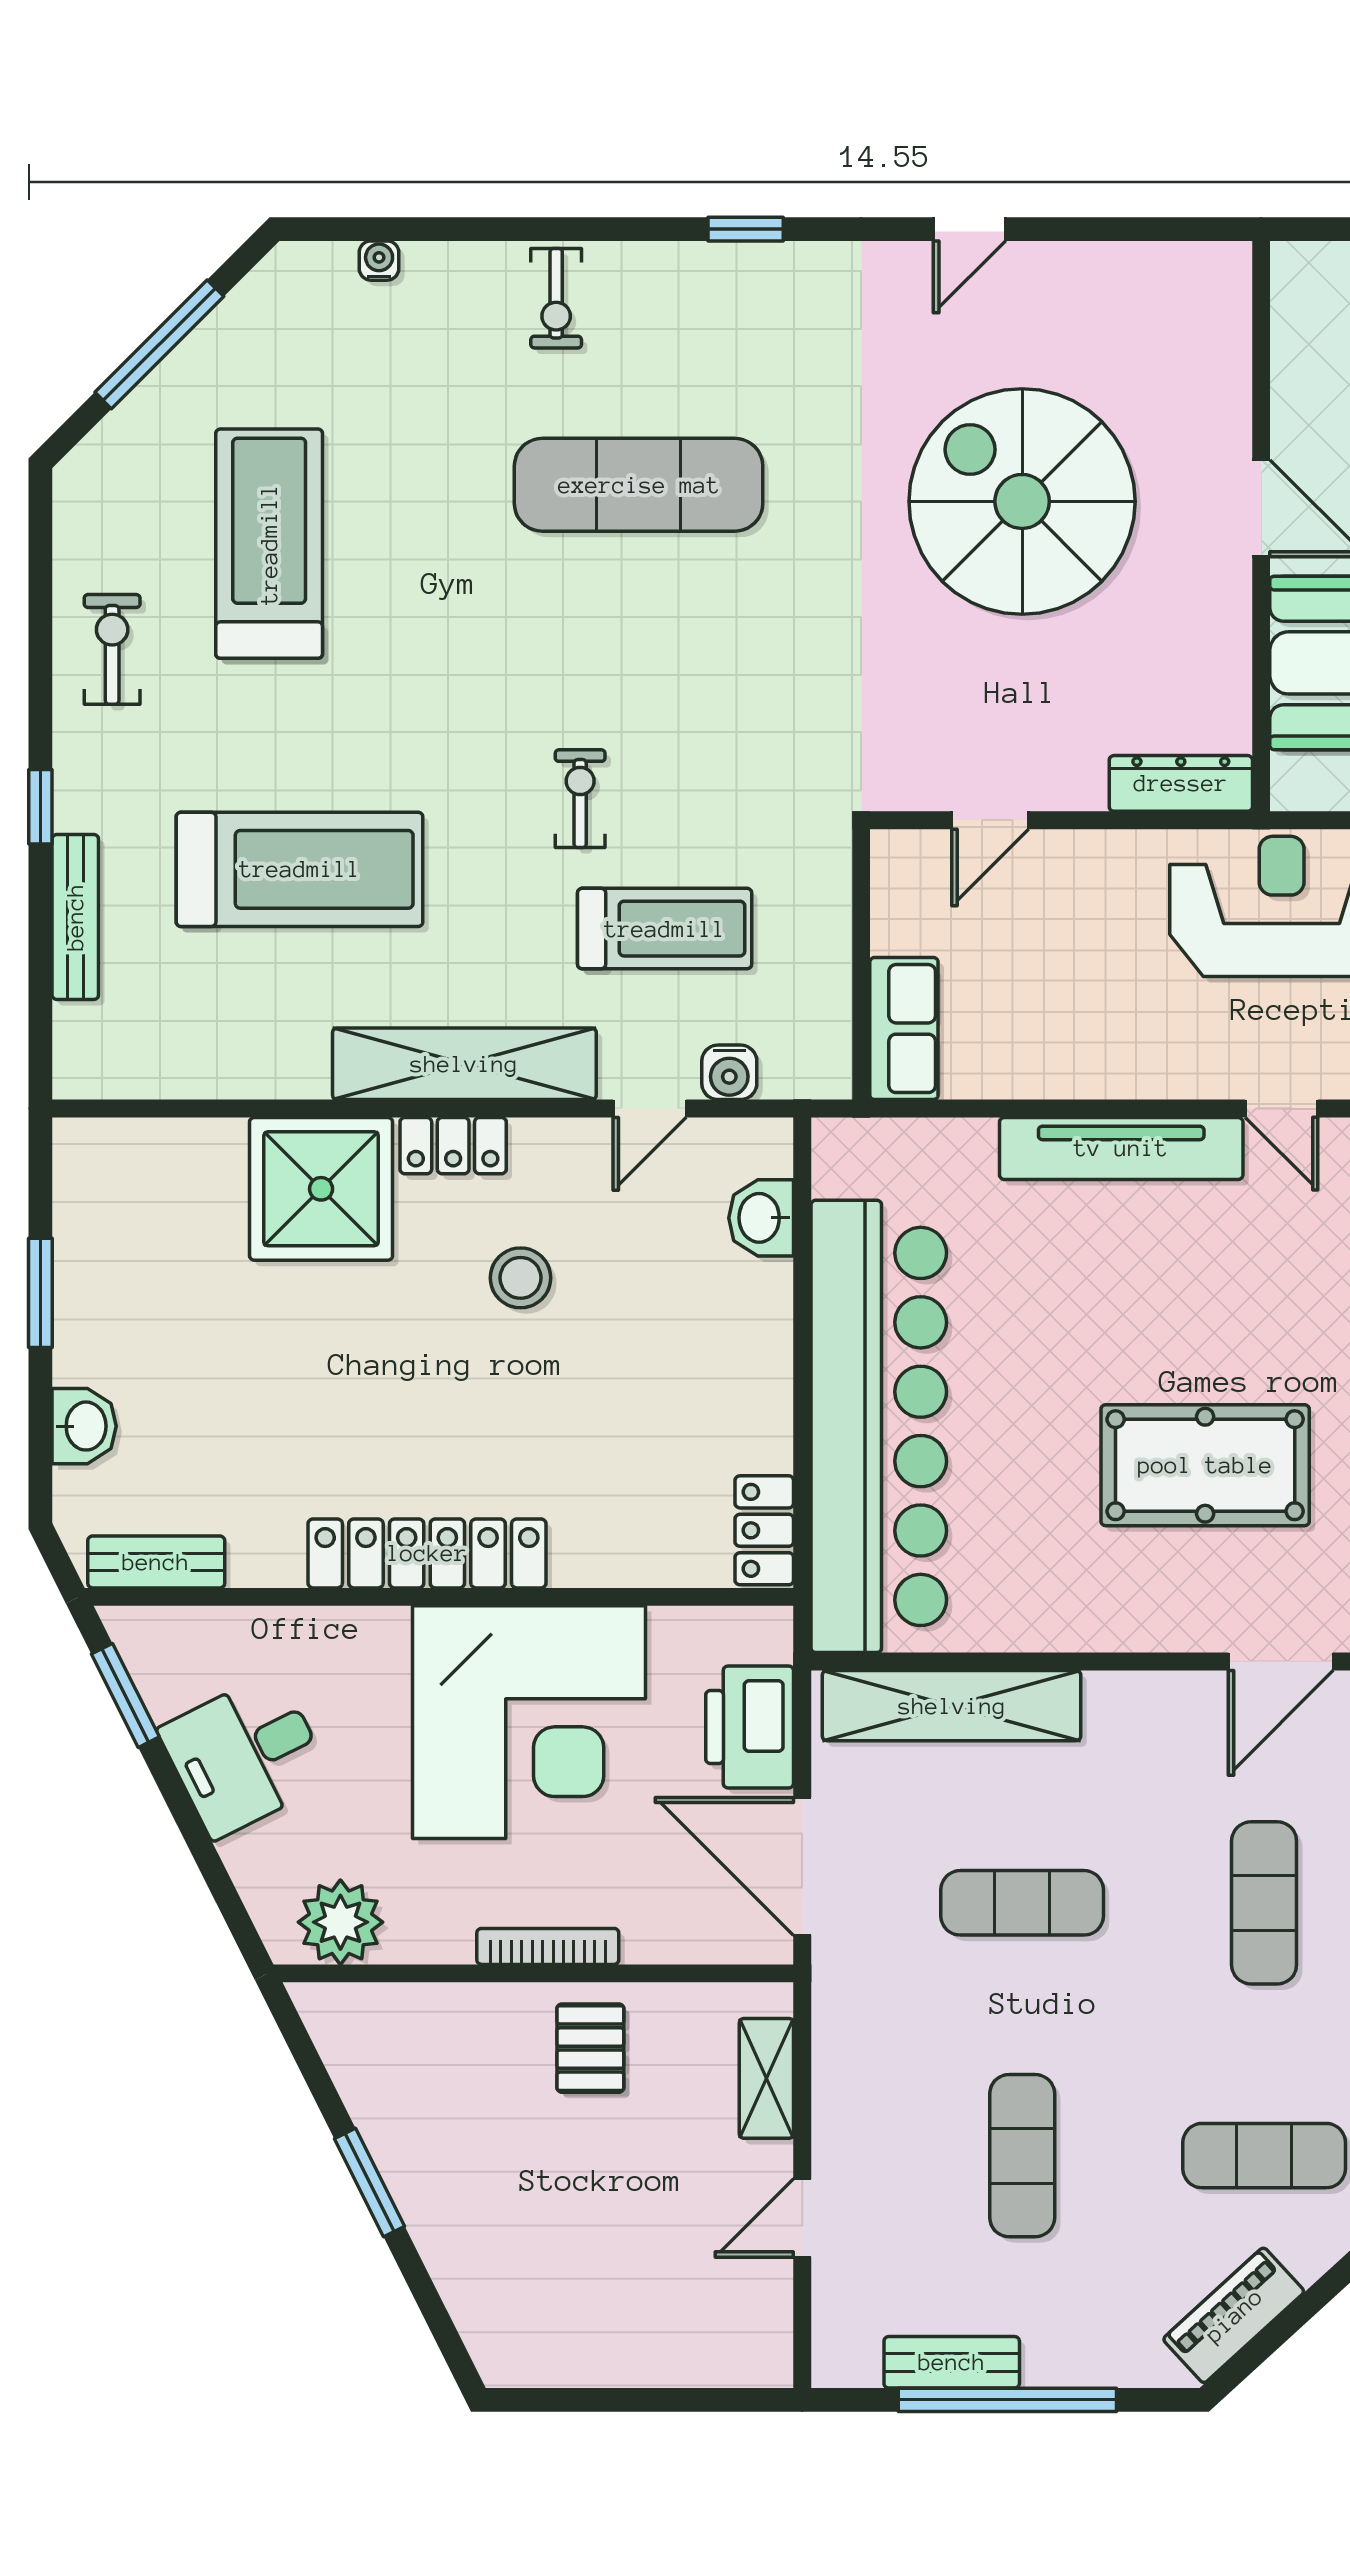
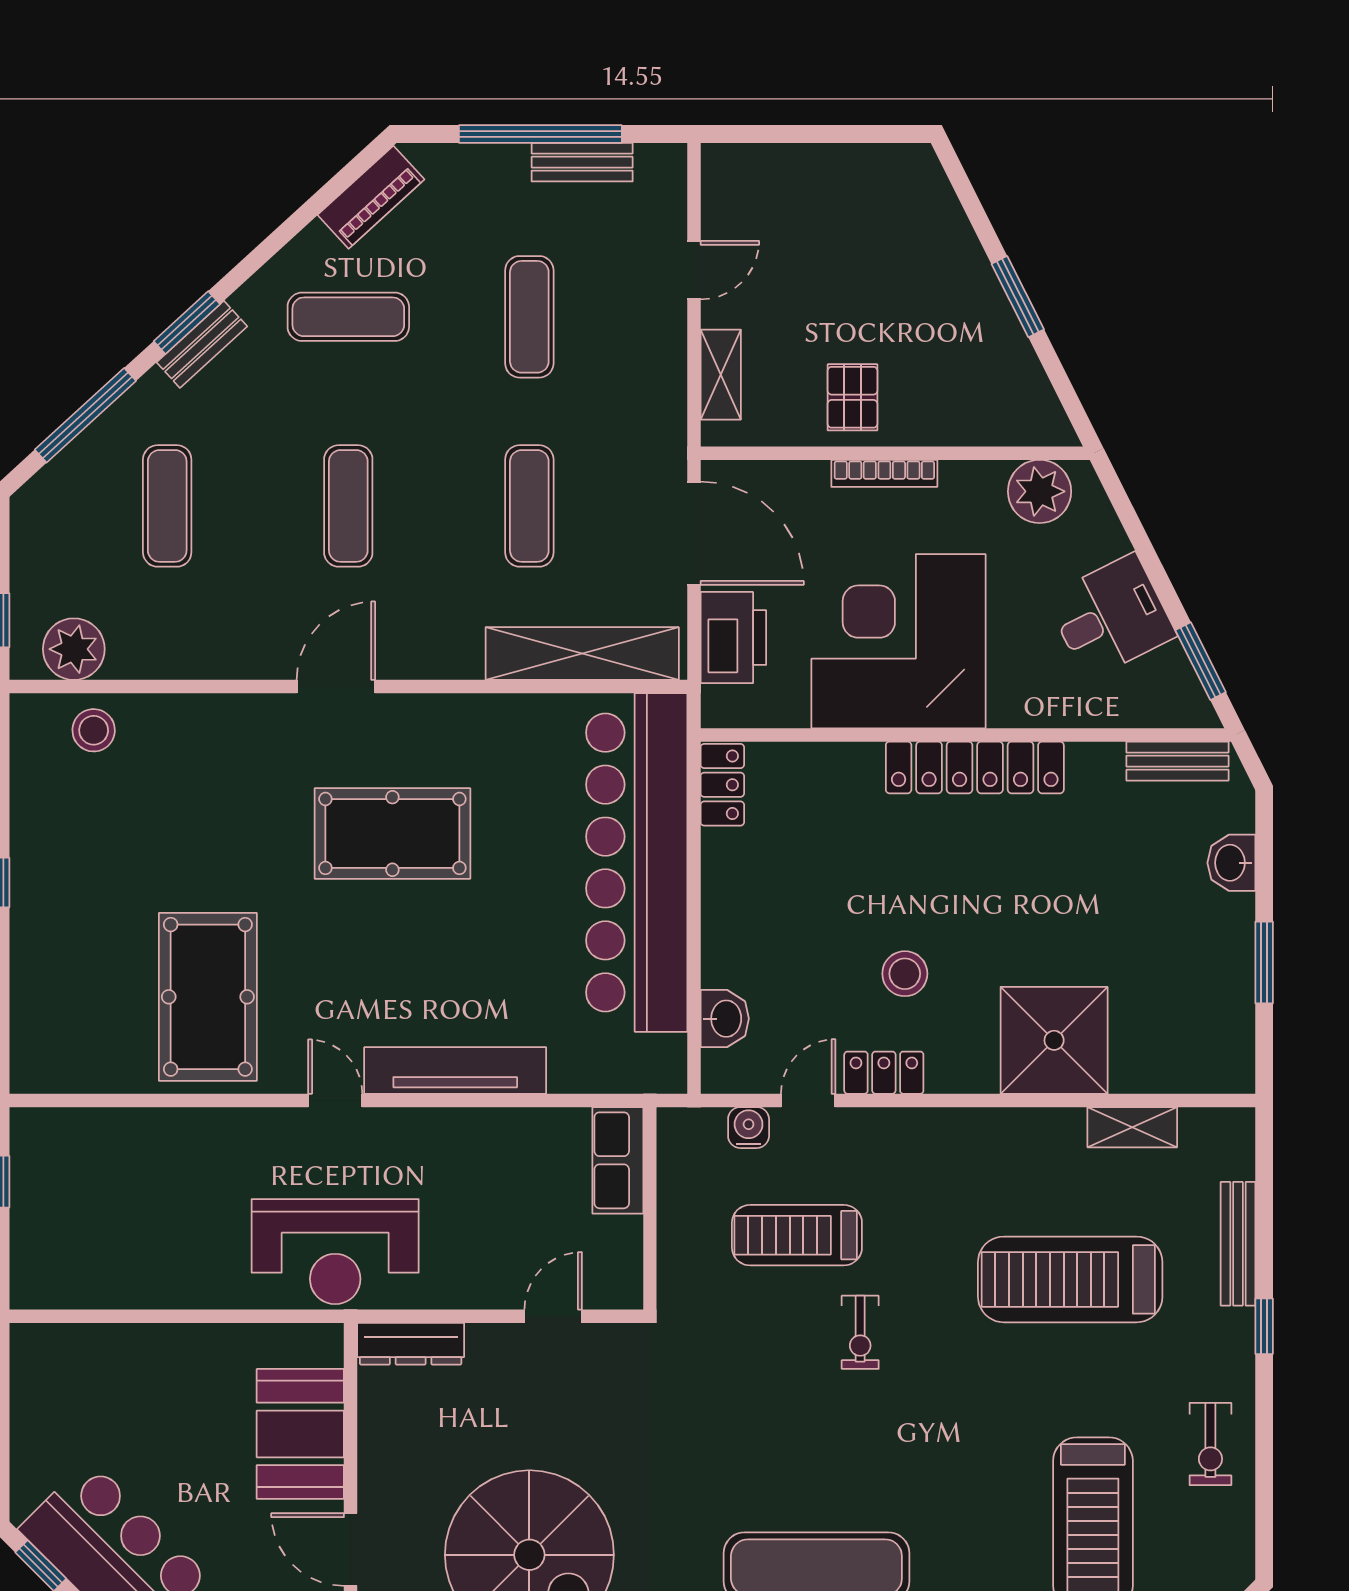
shelving: (464, 1064) -> (1132, 1127), moved, width x0.45, depth x0.75
locker: (453, 1146) -> (884, 1073), moved
exercise mat: (1022, 1903) -> (529, 506), turned 90

